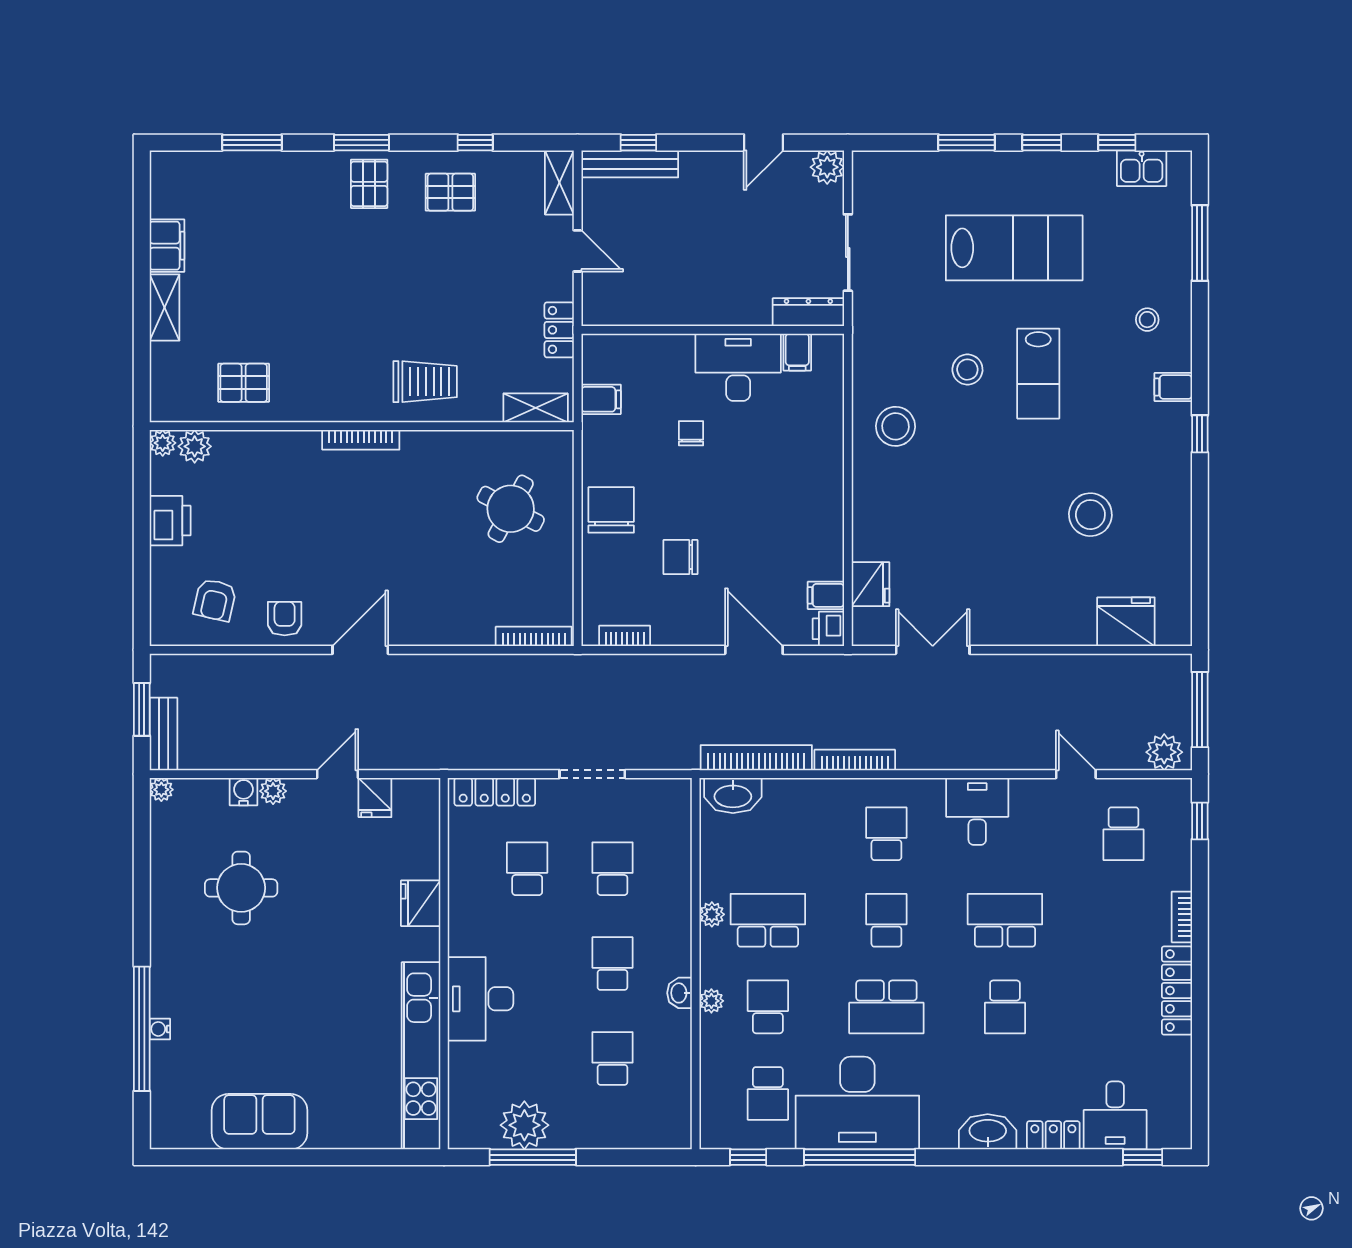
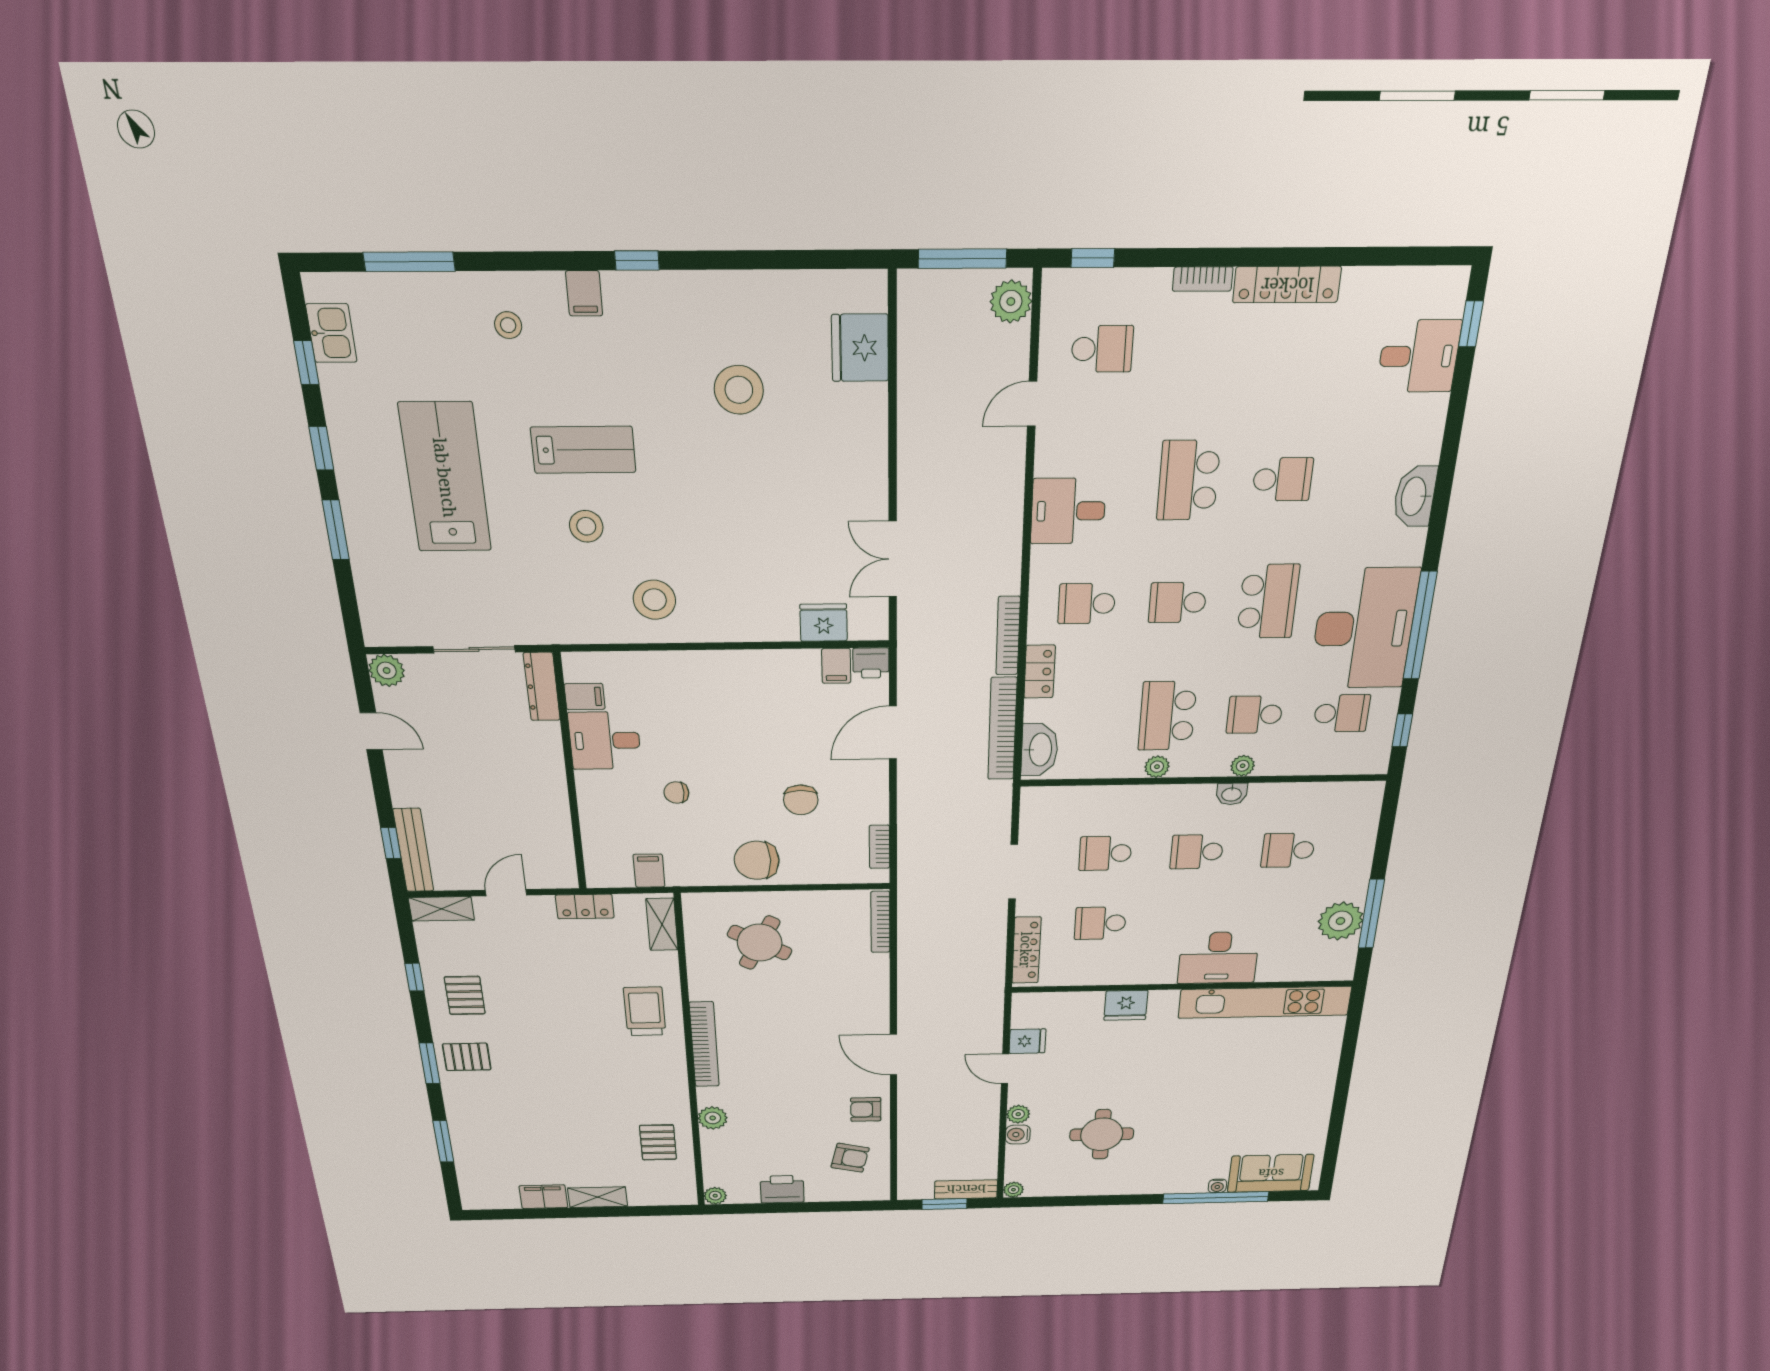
desk: (738, 367) -> (605, 741), width x0.73
bookcase: (361, 440) -> (704, 1044), width x1.48, depth x1.31
plant: (195, 446) -> (713, 1118), moved
sofa: (259, 1122) -> (1271, 1173), moved, turned 90
locker: (1053, 1135) -> (1040, 672), moved, turned 180

